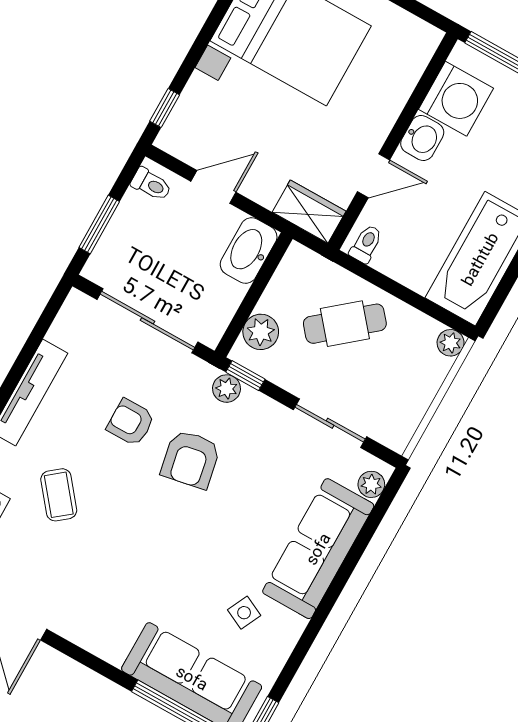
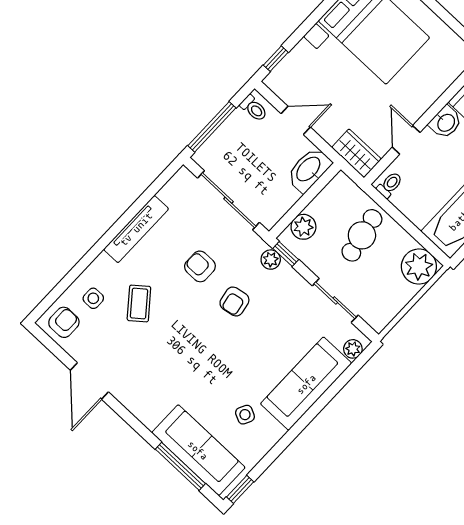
door: (374, 176) -> (406, 140), swing flipped
window: (99, 225) -> (212, 127), width x1.44
cafe table: (345, 324) -> (362, 235), turned -61
plant: (451, 343) -> (419, 267), width x1.87, depth x1.87
armchair: (191, 459) -> (234, 301), width x0.72, depth x0.72

